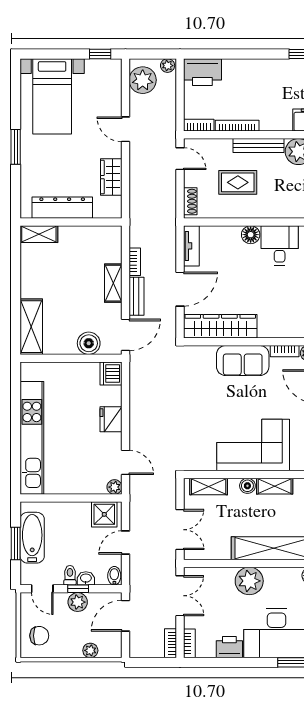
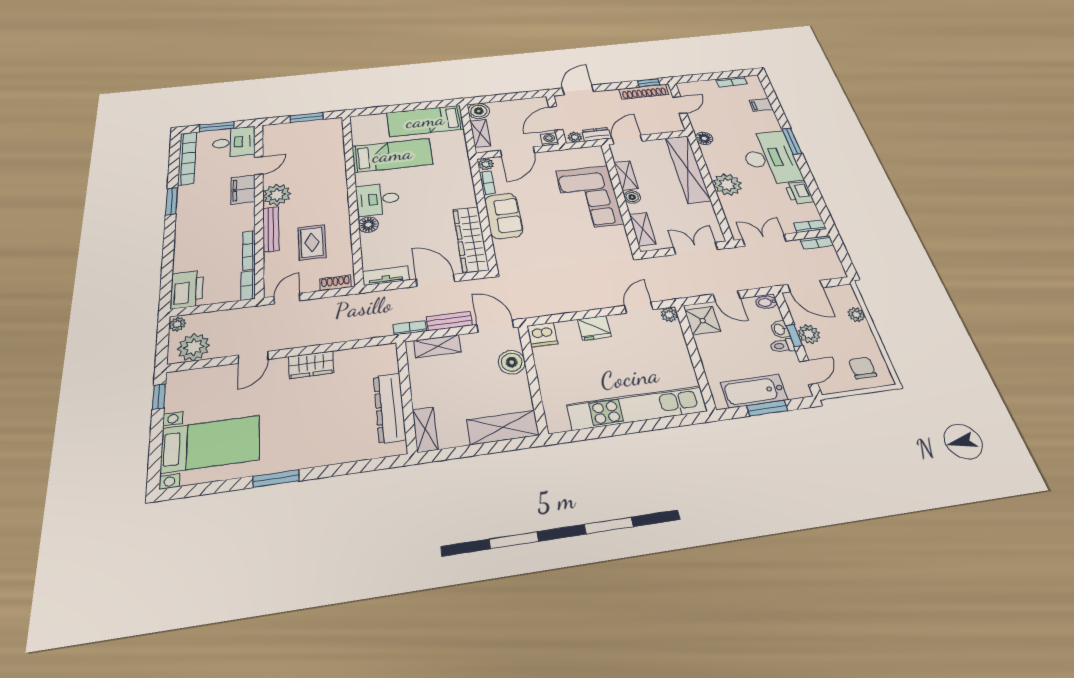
dresser: (62, 208) -> (390, 408), moved
wall: (71, 222) -> (406, 396), moved
shelving: (39, 234) -> (425, 430), moved

